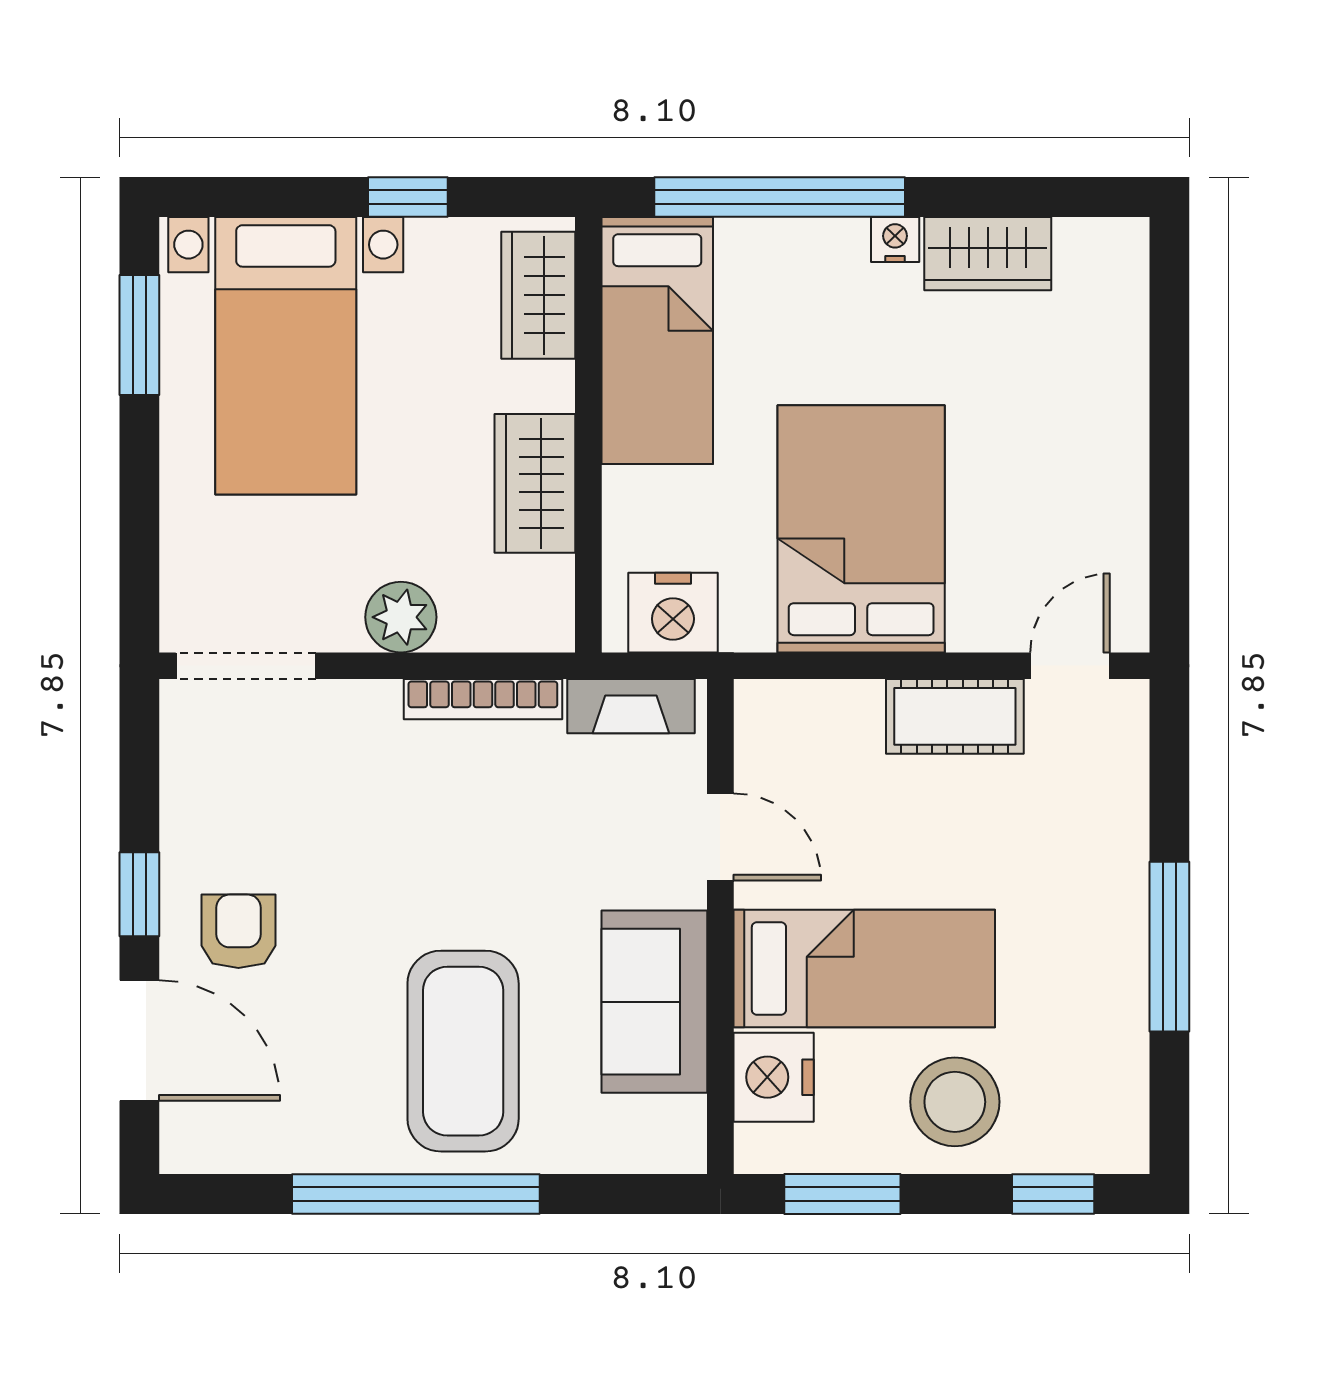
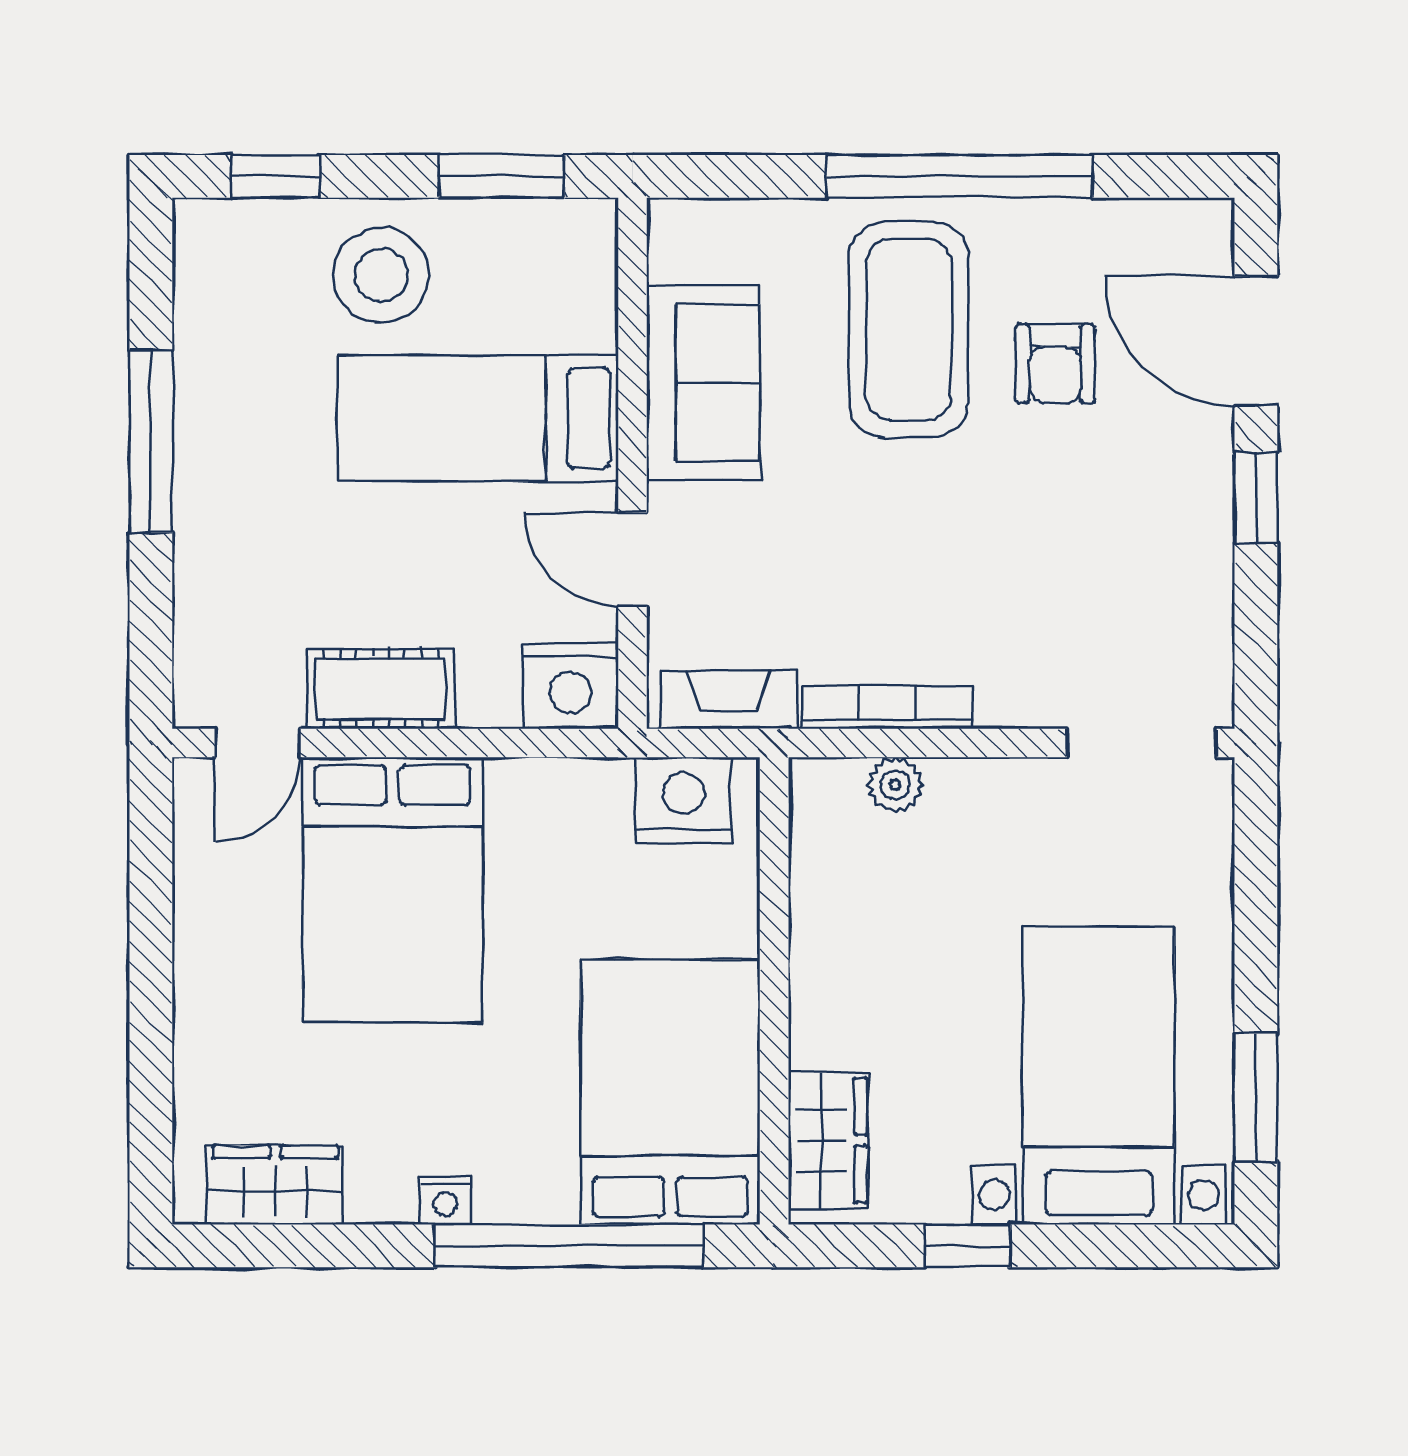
wardrobe: (988, 254) -> (275, 1185), moved
bed: (657, 340) -> (670, 1092), width x1.50
wardrobe: (535, 483) -> (831, 939), removed
bed: (861, 529) -> (393, 890), moved
plant: (401, 617) -> (895, 785), moved, width x0.73, depth x0.73
armchair: (238, 931) -> (1055, 364), moved
nightstand: (774, 1077) -> (570, 686), moved, turned 90

